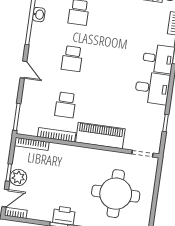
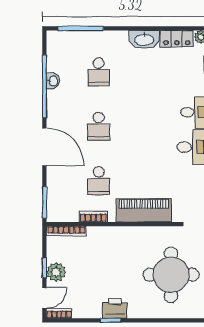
door: (24, 70) -> (44, 147), width x1.88
bookcase: (57, 135) -> (93, 217), width x0.64

